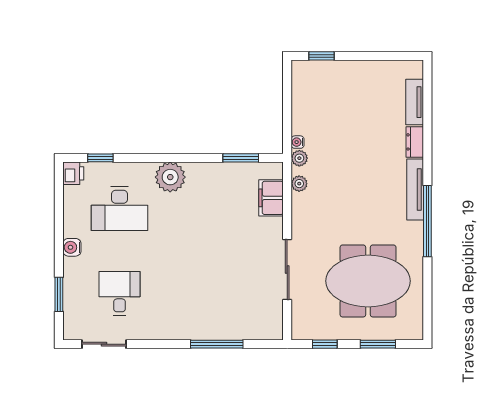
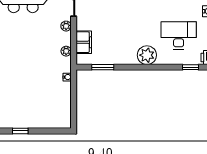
window: (321, 56) -> (20, 131), moved
plant: (299, 158) -> (66, 26), moved

